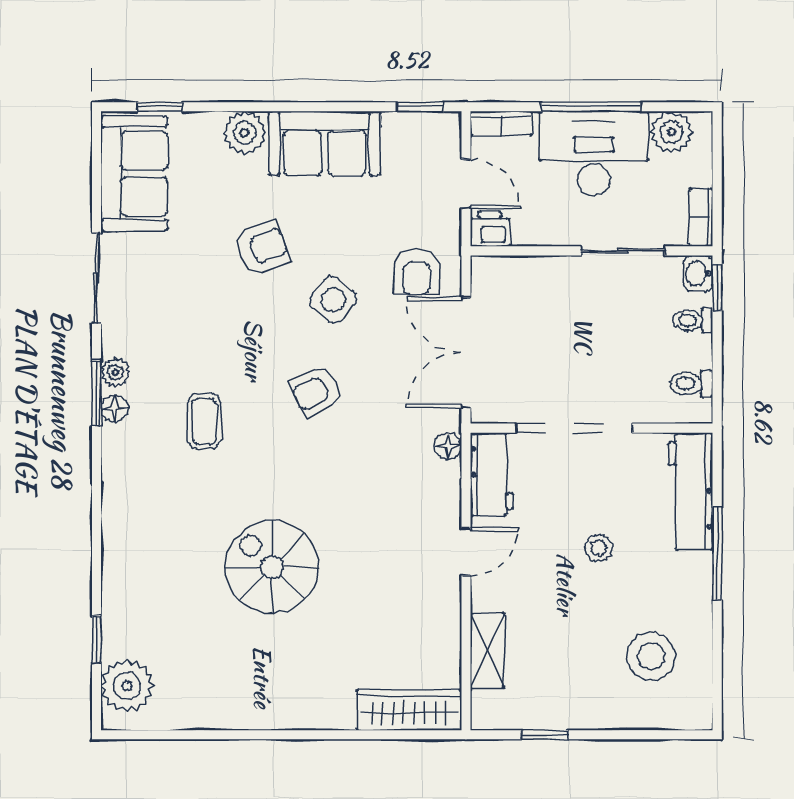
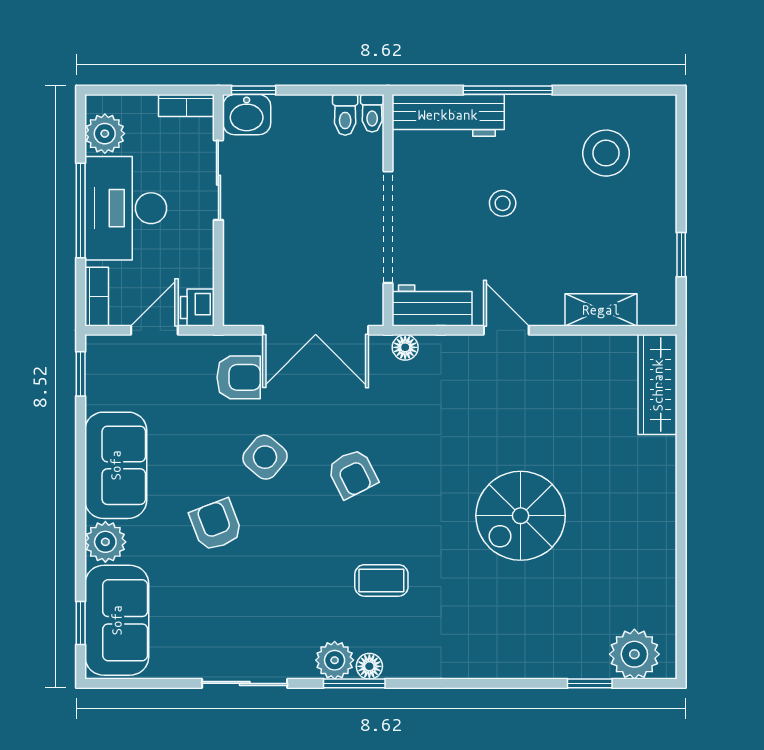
sofa: (134, 173) -> (117, 620), moved, turned 90
washbasin: (698, 273) -> (247, 115), width x1.38, depth x1.45
toilet: (693, 320) -> (372, 113), moved
plant: (115, 372) -> (335, 660), width x1.38, depth x1.38

